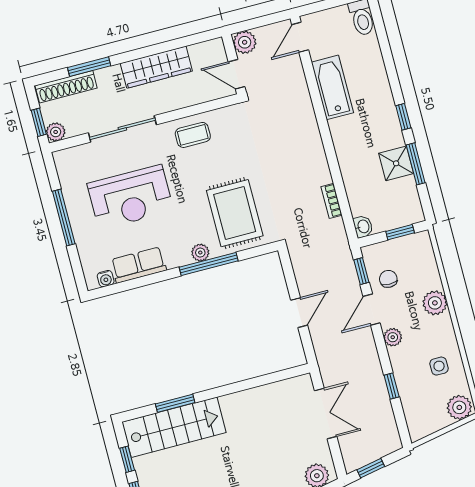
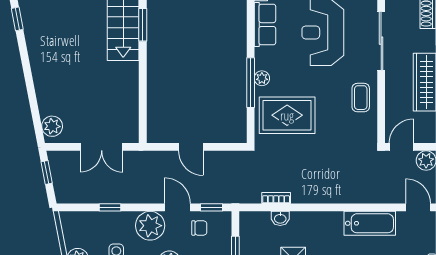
washbasin: (363, 227) -> (280, 218), moved
plant: (393, 337) -> (150, 226), width x1.88, depth x1.88

